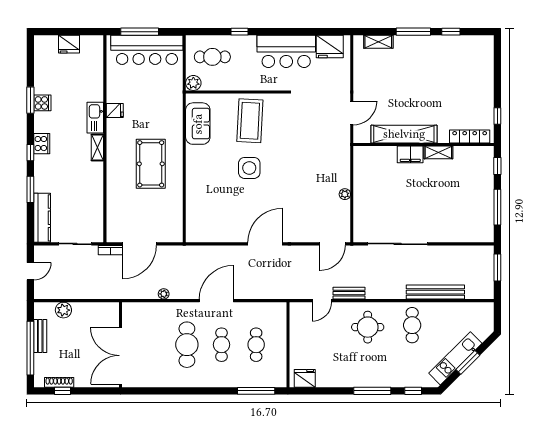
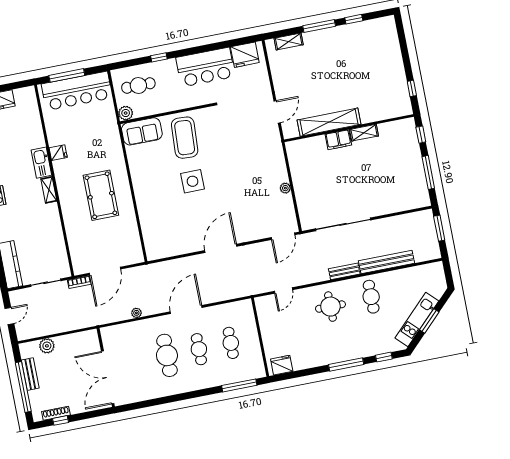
sofa: (198, 124) -> (142, 131), moved, turned 90
locker: (470, 136) -> (390, 112), removed
bench: (349, 293) -> (344, 271), moved

